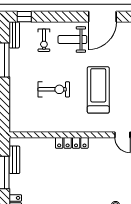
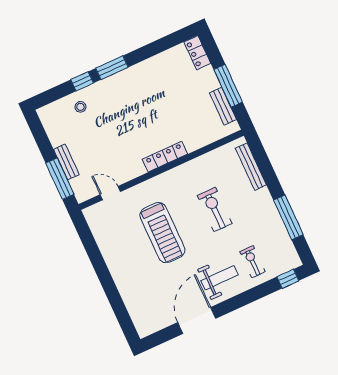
bench: (14, 35) -> (251, 167), moved, width x1.36
exercise bike: (54, 89) -> (215, 209), turned 90

